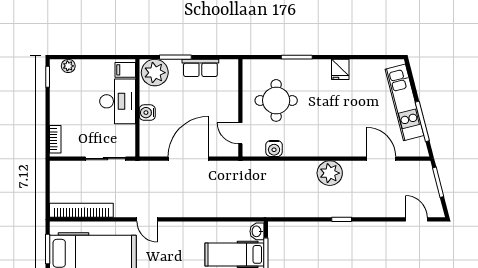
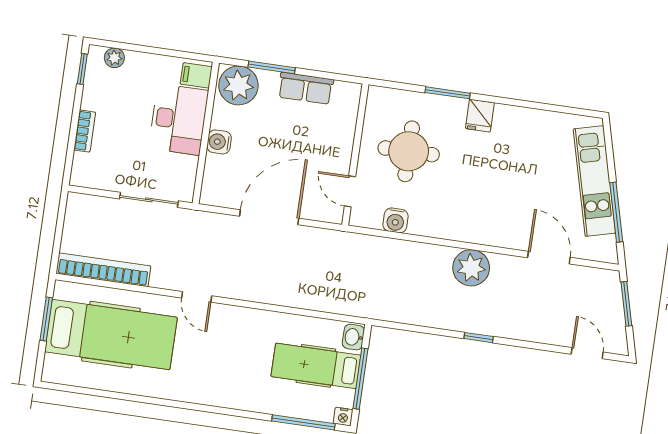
fridge: (340, 69) -> (480, 116), moved
bookcase: (55, 139) -> (85, 131), moved

